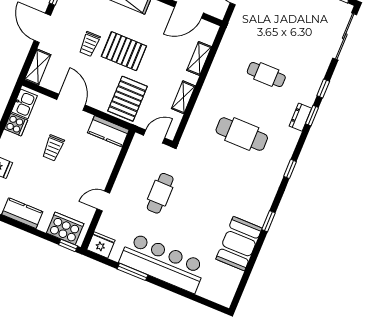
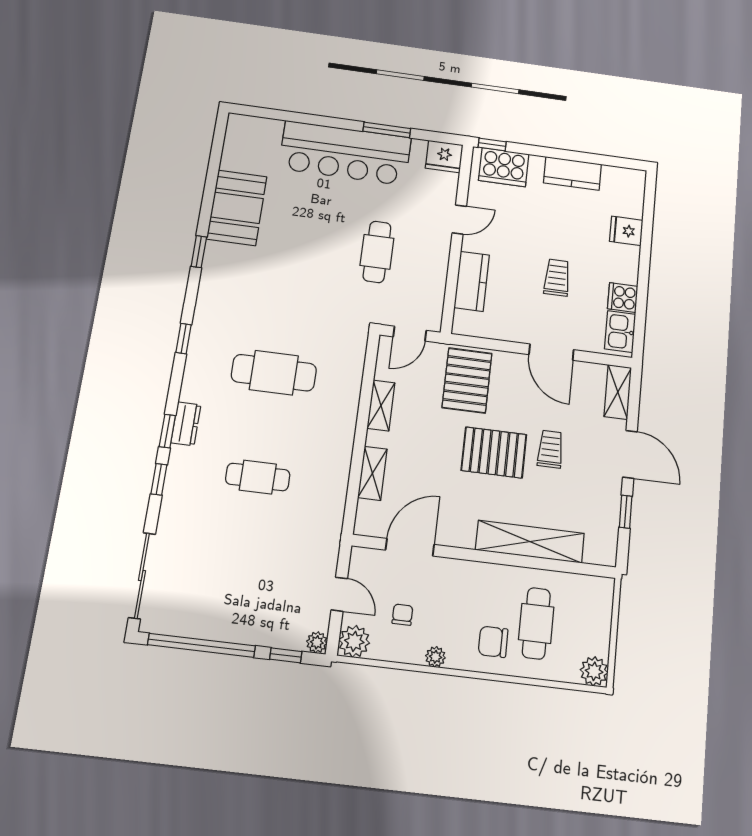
kitchen counter: (108, 131) -> (472, 281), moved, turned 90

